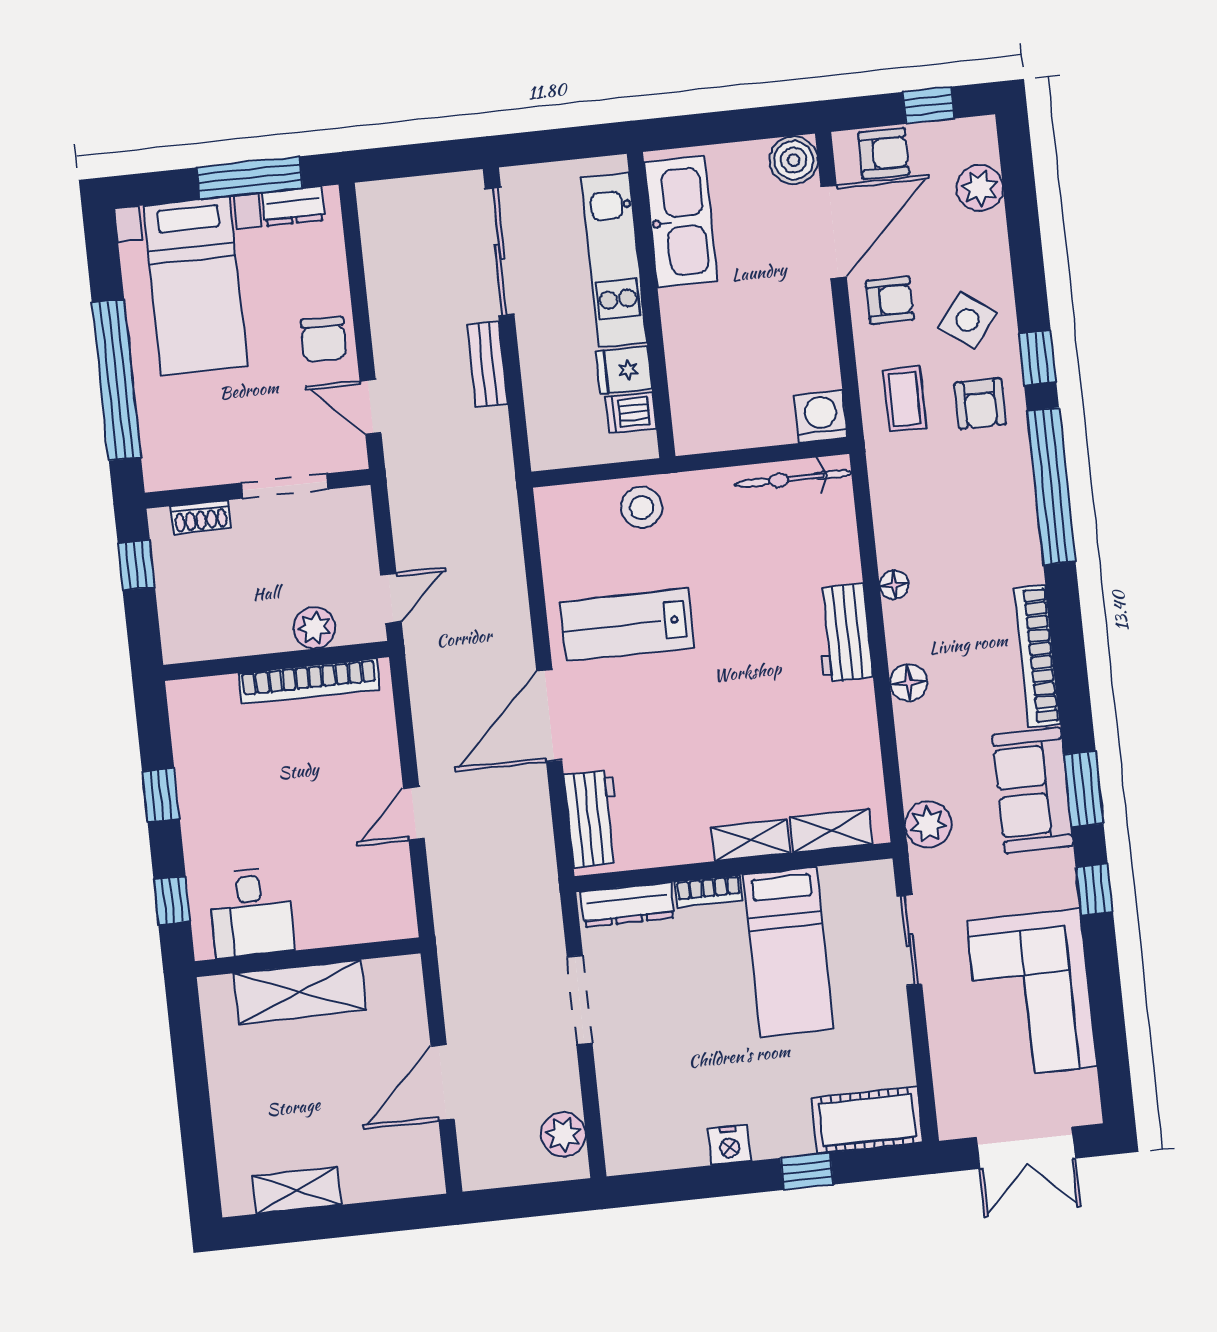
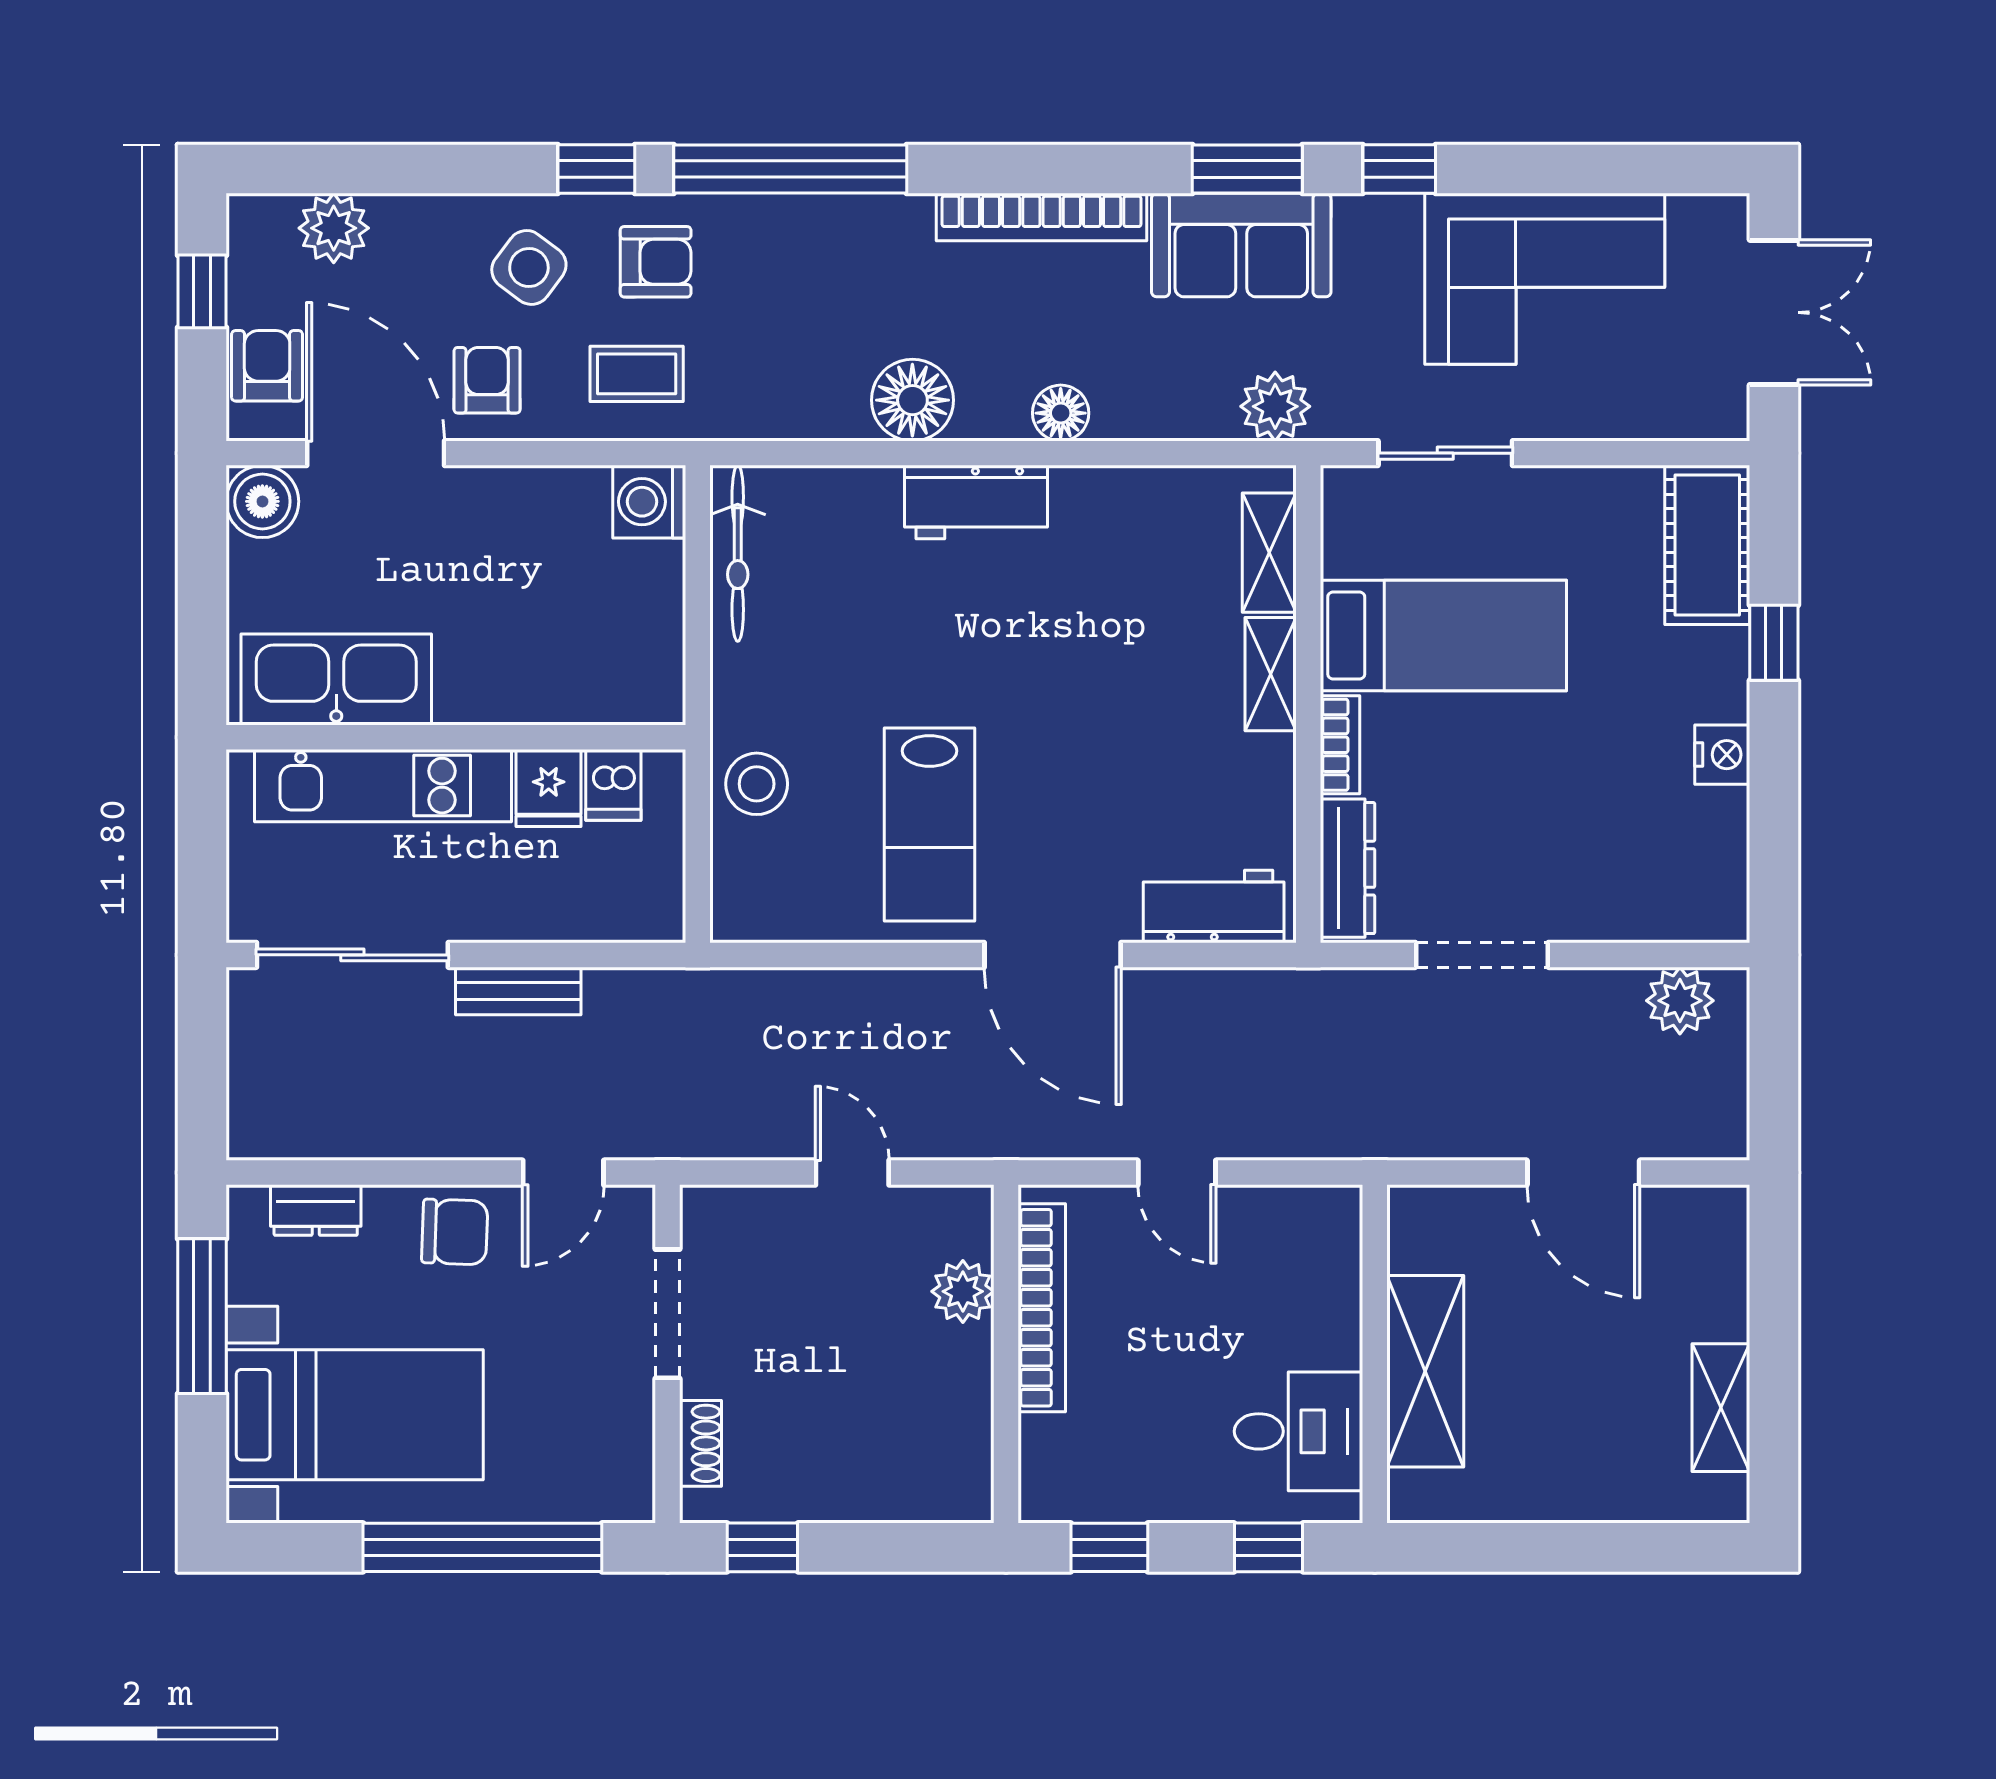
dresser: (293, 206) -> (316, 1210), moved, turned 90
floor lamp: (894, 585) -> (912, 400), width x1.89, depth x1.89
plant: (314, 628) -> (963, 1291), moved
wall: (276, 661) -> (1006, 1354), moved
bookcase: (309, 681) -> (1042, 1308), moved

